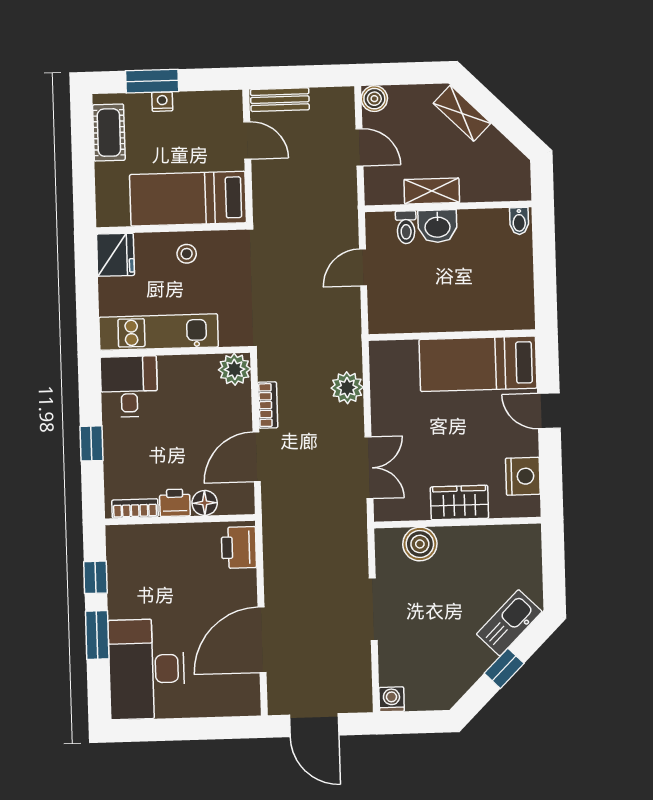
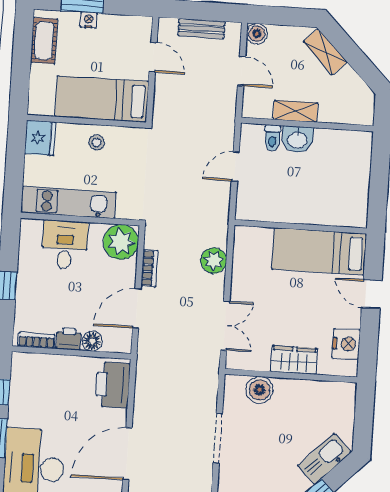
bench: (280, 100) -> (202, 29), moved
bidet: (519, 221) -> (362, 141), removed
plant: (235, 369) -> (121, 242), width x1.36, depth x1.36
desk: (129, 387) -> (65, 245), moved
printer: (239, 547) -> (113, 385), width x1.37, depth x1.19

